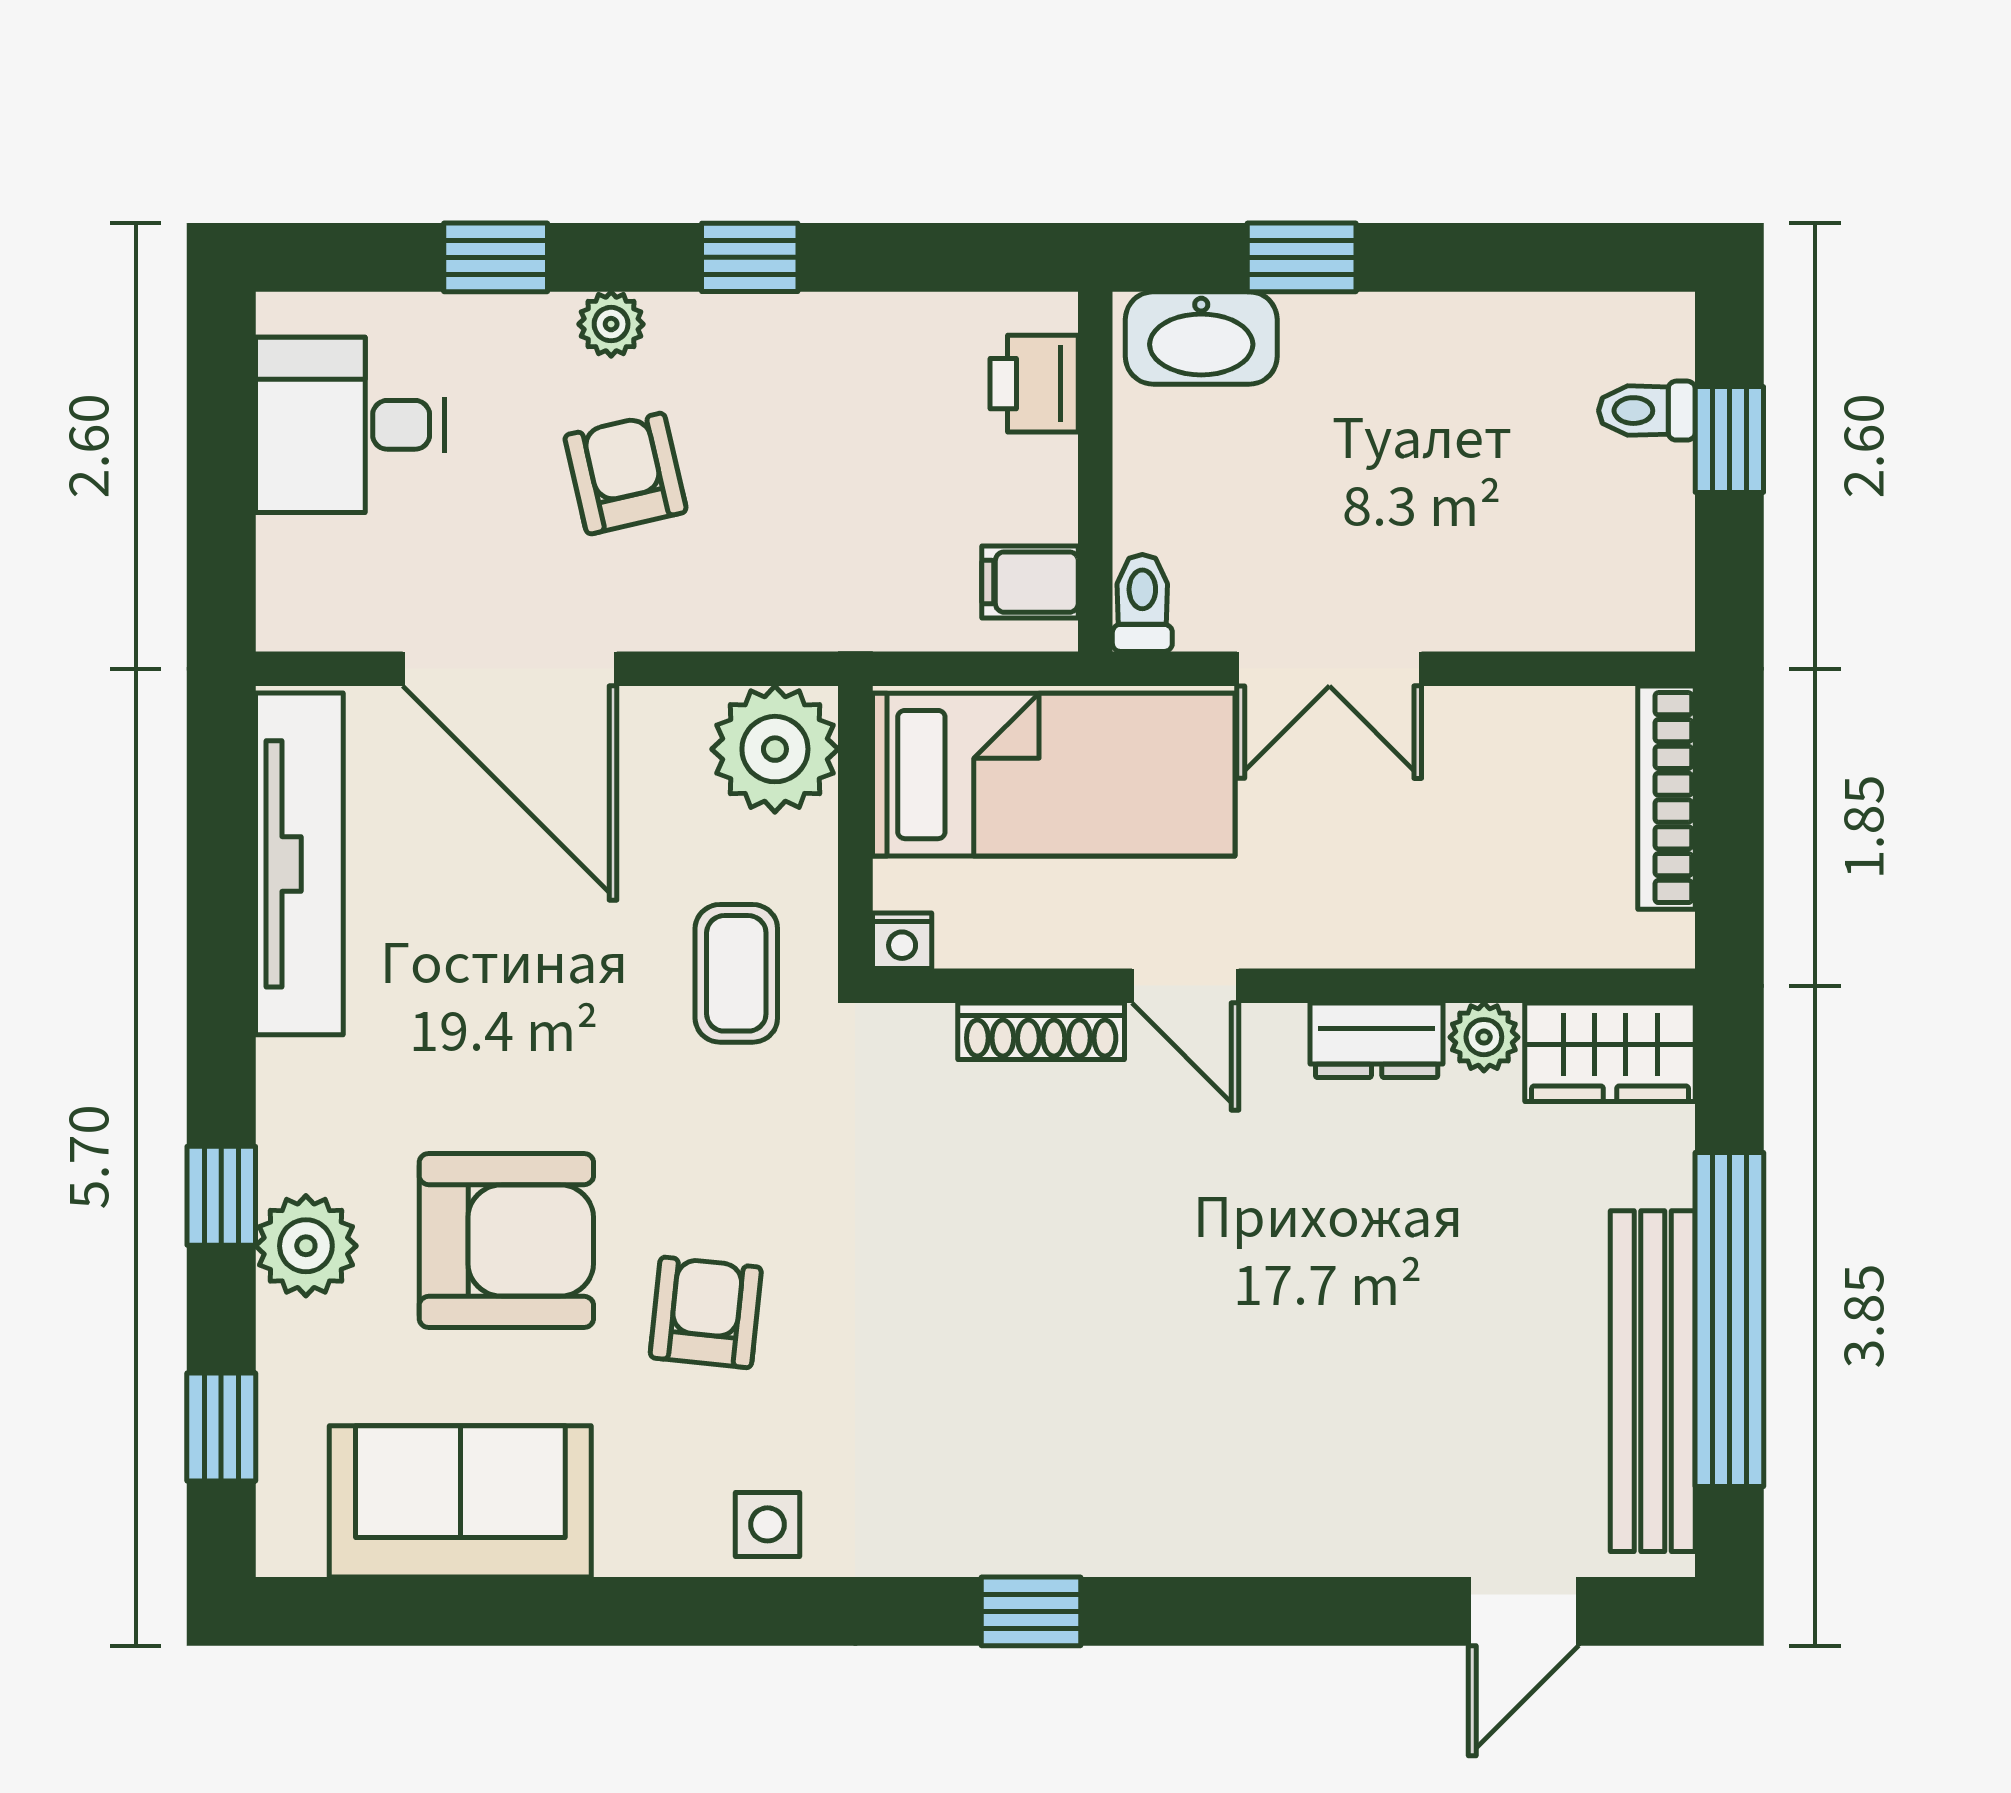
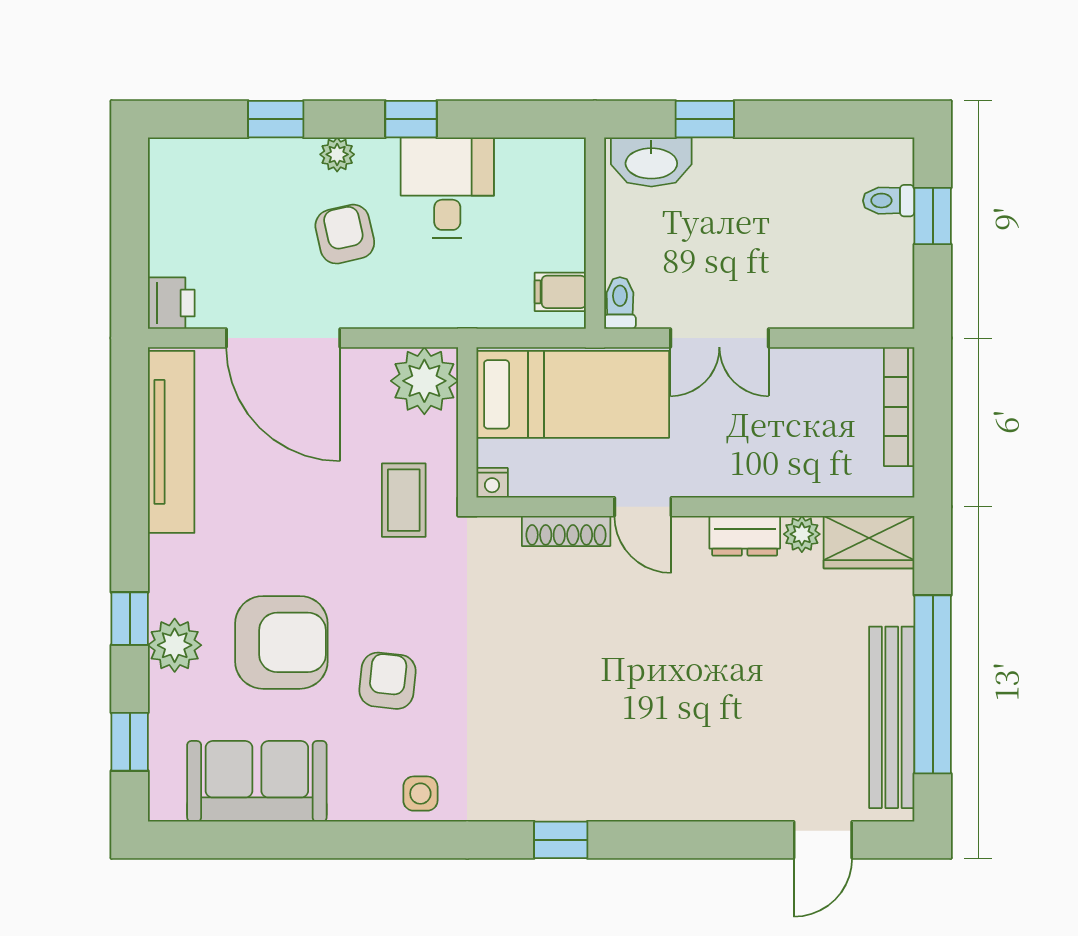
printer: (1034, 384) -> (171, 303), moved, turned 180
desk: (350, 425) -> (447, 188), moved, turned 90

